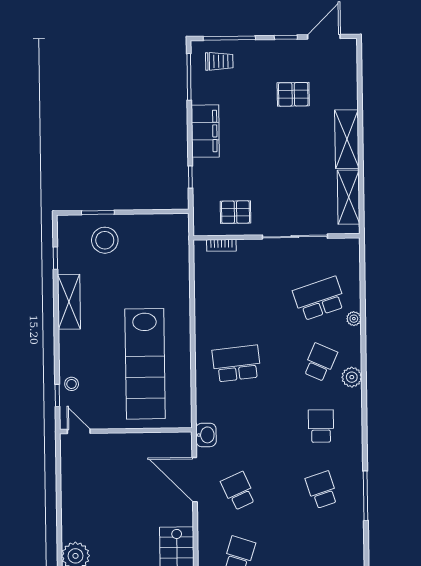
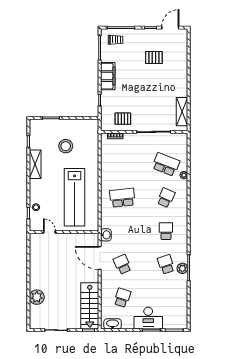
shelving: (347, 139) -> (182, 81), removed
stool: (105, 240) -> (66, 146), moved
school desk: (319, 299) -> (166, 164), turned 39
plant: (352, 377) -> (182, 268), moved
door: (79, 431) -> (49, 232), moved

